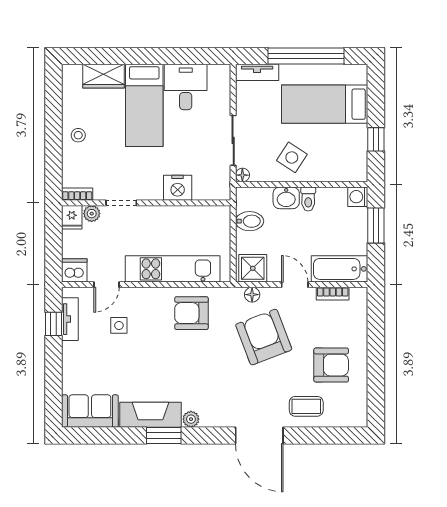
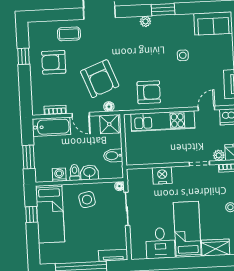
bed: (325, 104) -> (50, 214), moved, turned 90
side table: (292, 157) -> (87, 200), turned 45
washing machine: (358, 197) -> (59, 175), moved, turned -90
side table: (119, 325) -> (183, 55), moved
window: (376, 376) -> (23, 56), added
fireplace: (150, 415) -> (173, 23), removed

